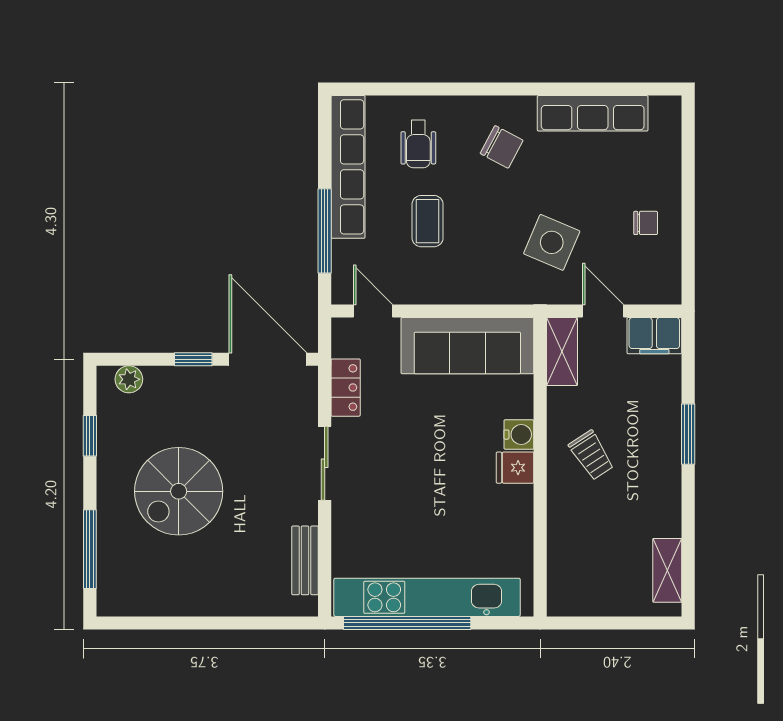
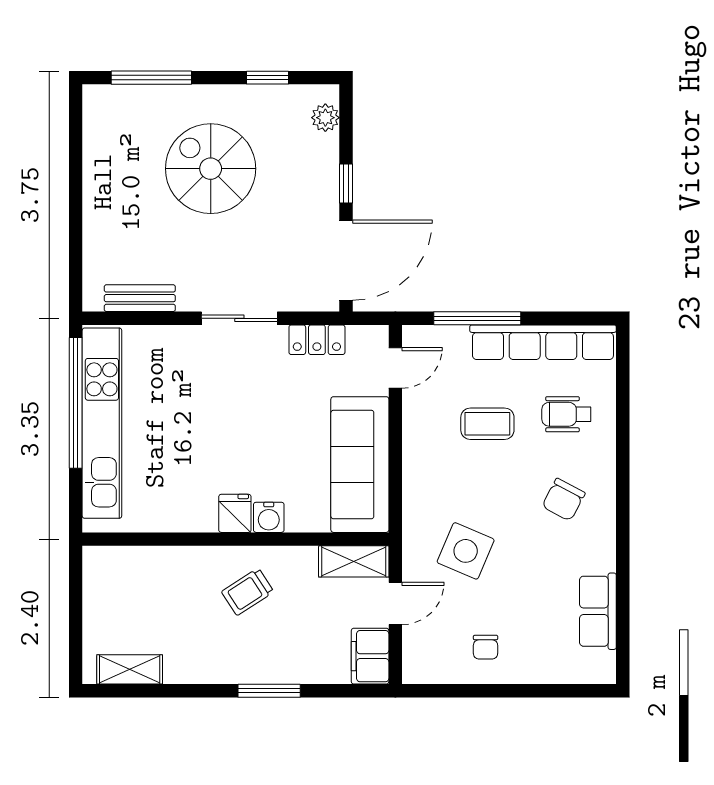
row of seats: (593, 113) -> (598, 611), width x0.68

